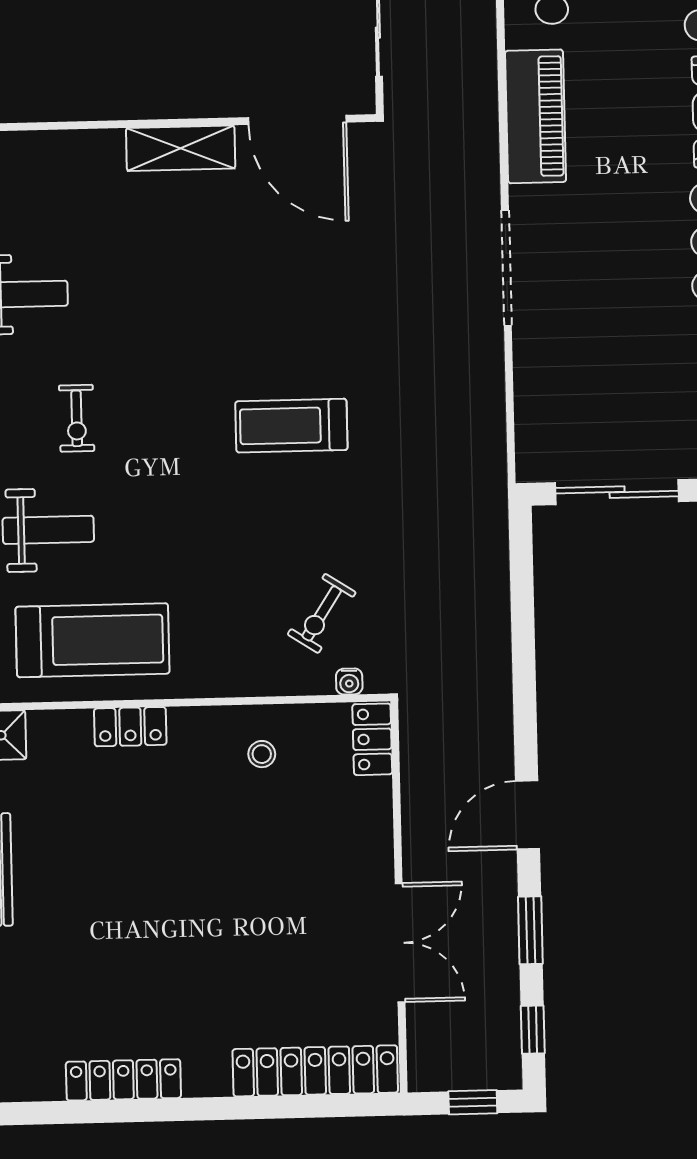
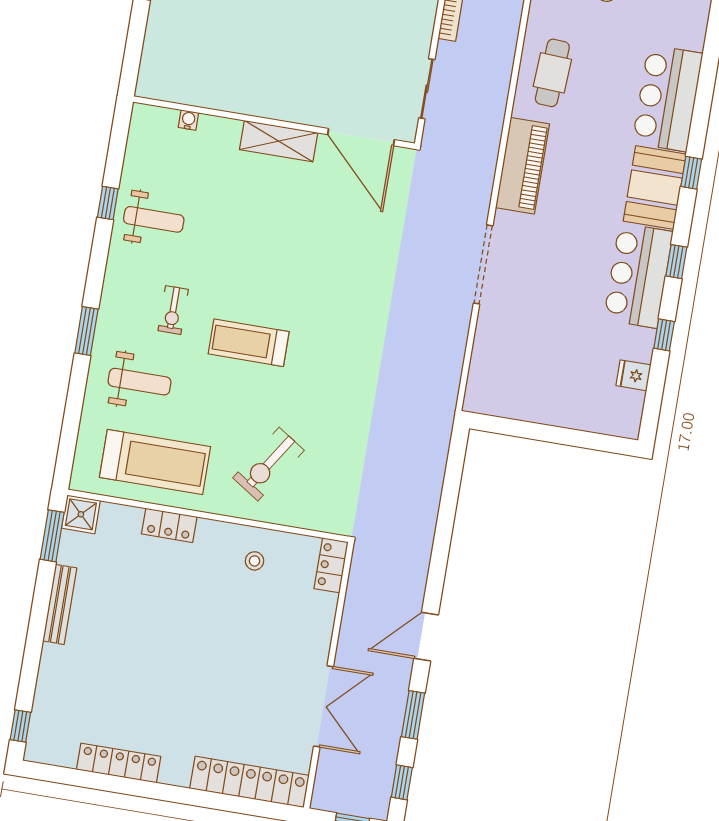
treadmill: (291, 426) -> (249, 343), moved
sliding door: (617, 492) -> (529, 430), removed
exercise bike: (322, 613) -> (268, 464), moved, width x1.38, depth x1.39
water cooler: (349, 681) -> (188, 120), moved, turned 180

